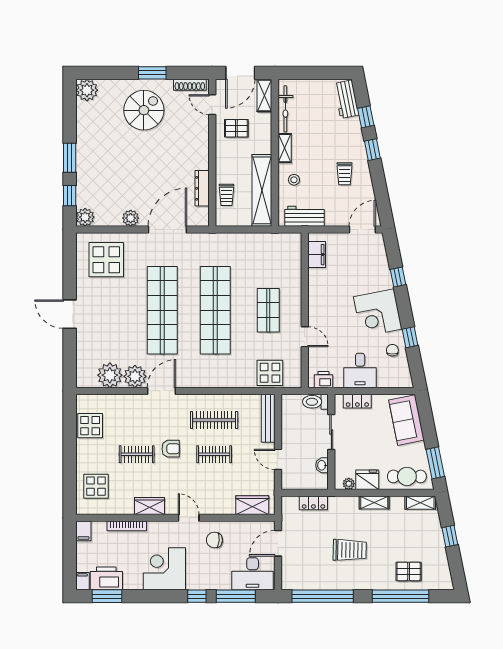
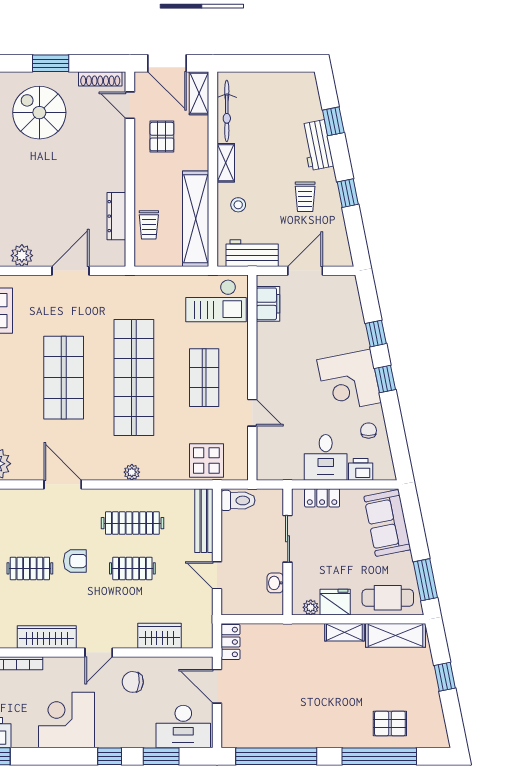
door: (240, 73) -> (167, 63), hinge flipped
workbench: (346, 99) -> (317, 145), moved
spiral stairs: (144, 110) -> (39, 113), turned -90
pallet: (236, 128) -> (162, 137), turned 90
window: (372, 150) -> (348, 193), moved
door: (167, 230) -> (71, 271), width x0.73
door: (362, 230) -> (305, 271), moved
checkout: (277, 252) -> (216, 301), added
shop shelf: (162, 310) -> (64, 378), width x0.71
window: (410, 337) -> (385, 379), moved
plant: (135, 376) -> (132, 472), moved, width x0.53, depth x0.53
printer: (323, 380) -> (361, 469), moved
door: (162, 391) -> (63, 484), hinge flipped
toilet: (315, 402) -> (238, 500), moved, turned 180
locker: (313, 503) -> (231, 642), moved, turned -90
shelving: (420, 503) -> (396, 635), width x1.50, depth x1.33
wardrobe: (252, 505) -> (159, 636), moved
wardrobe: (149, 506) -> (47, 637), width x1.50
door: (189, 518) -> (99, 652), swing flipped
door: (278, 543) -> (217, 686), hinge flipped
trolley: (350, 550) -> (312, 695), removed
window: (236, 596) -> (161, 756), width x0.69

